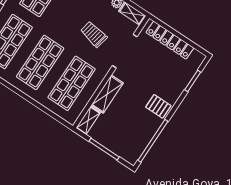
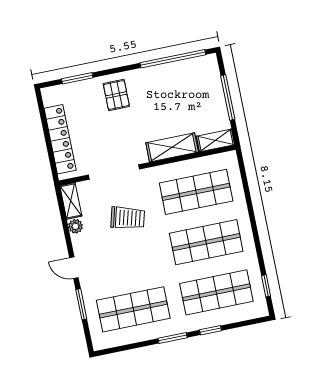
trolley: (94, 34) -> (128, 218), turned -86
pallet: (158, 106) -> (116, 95), moved

